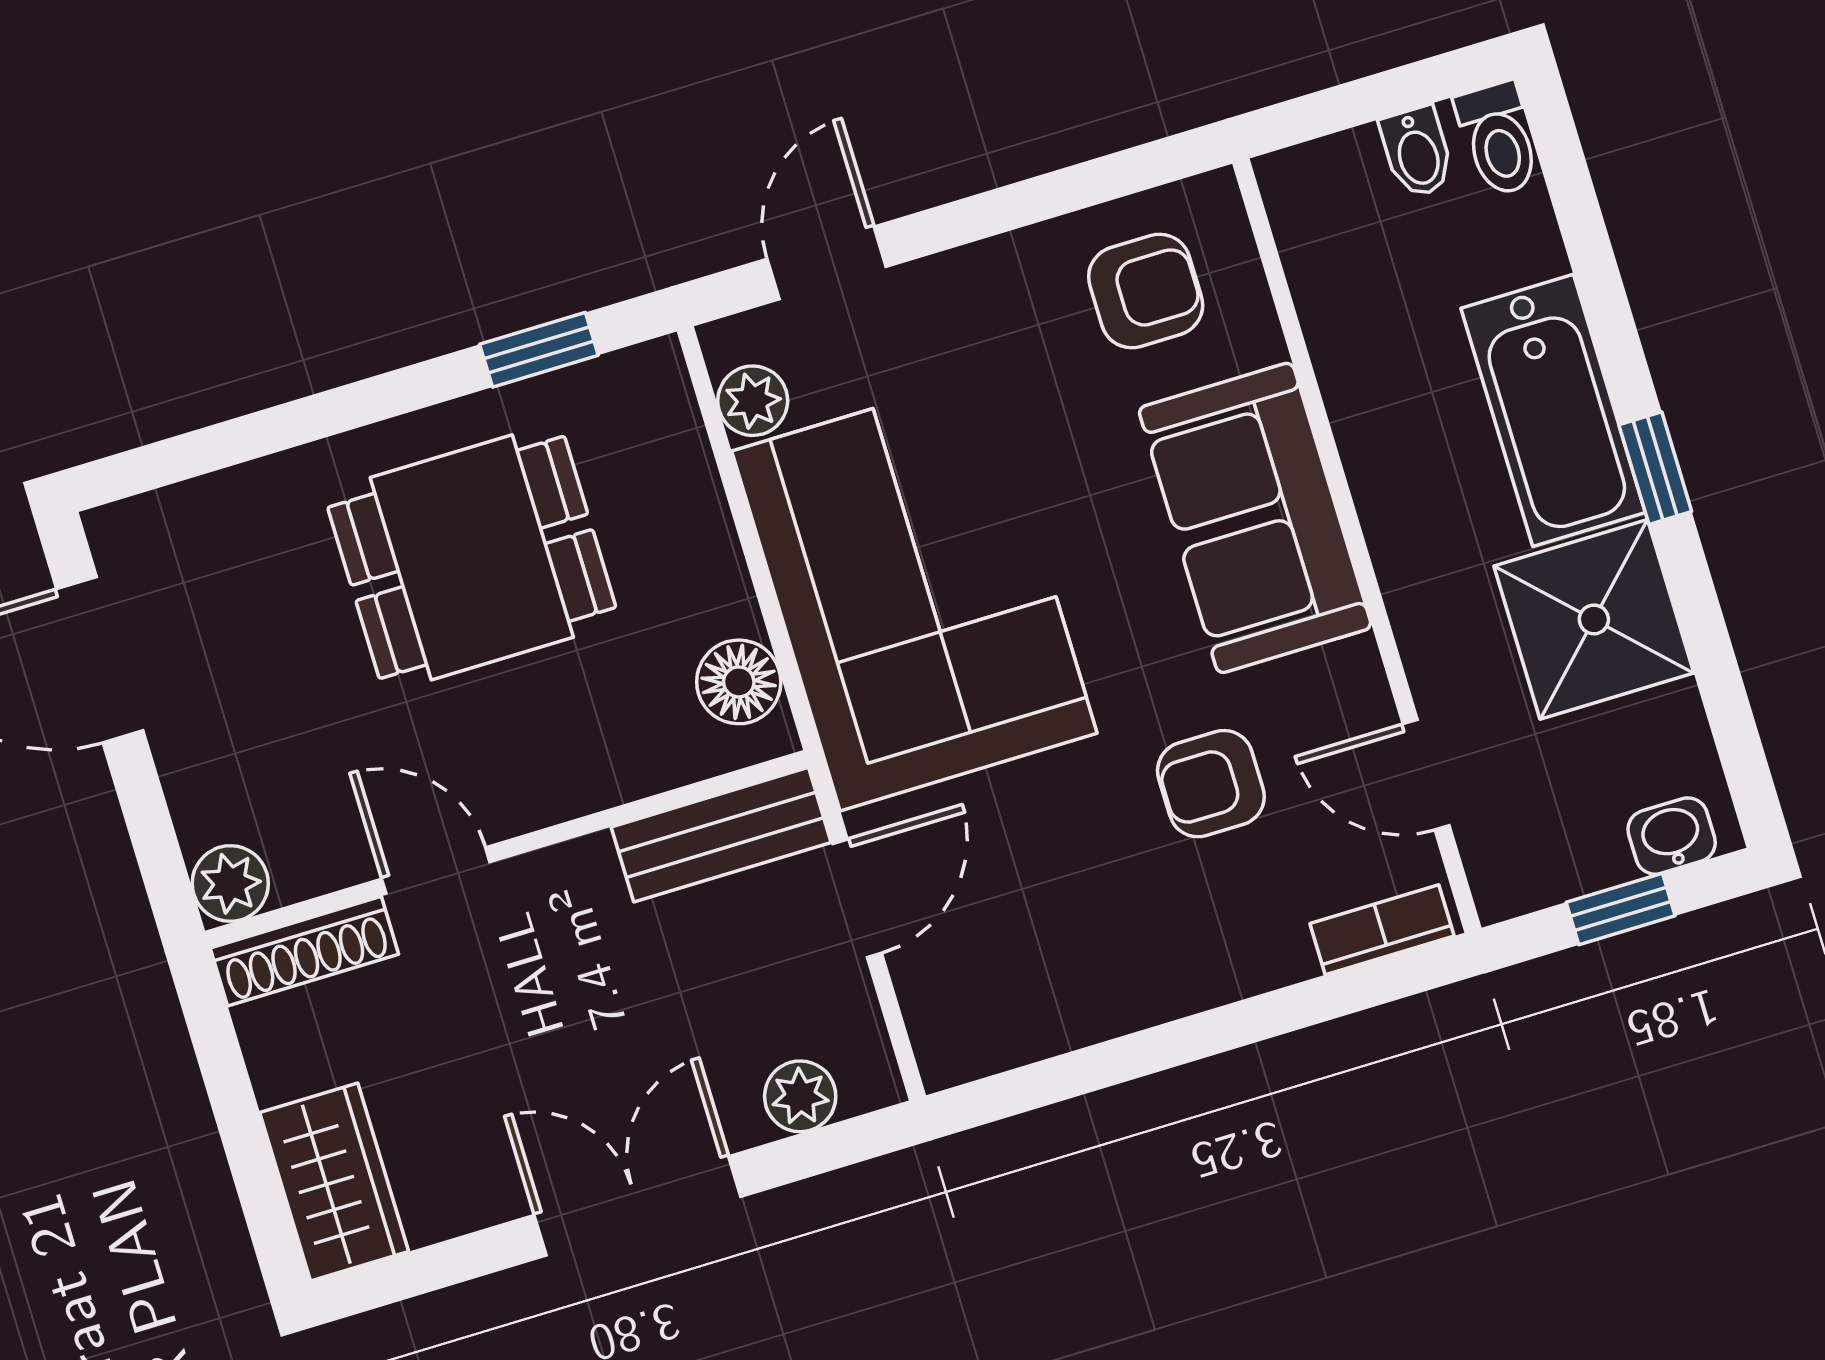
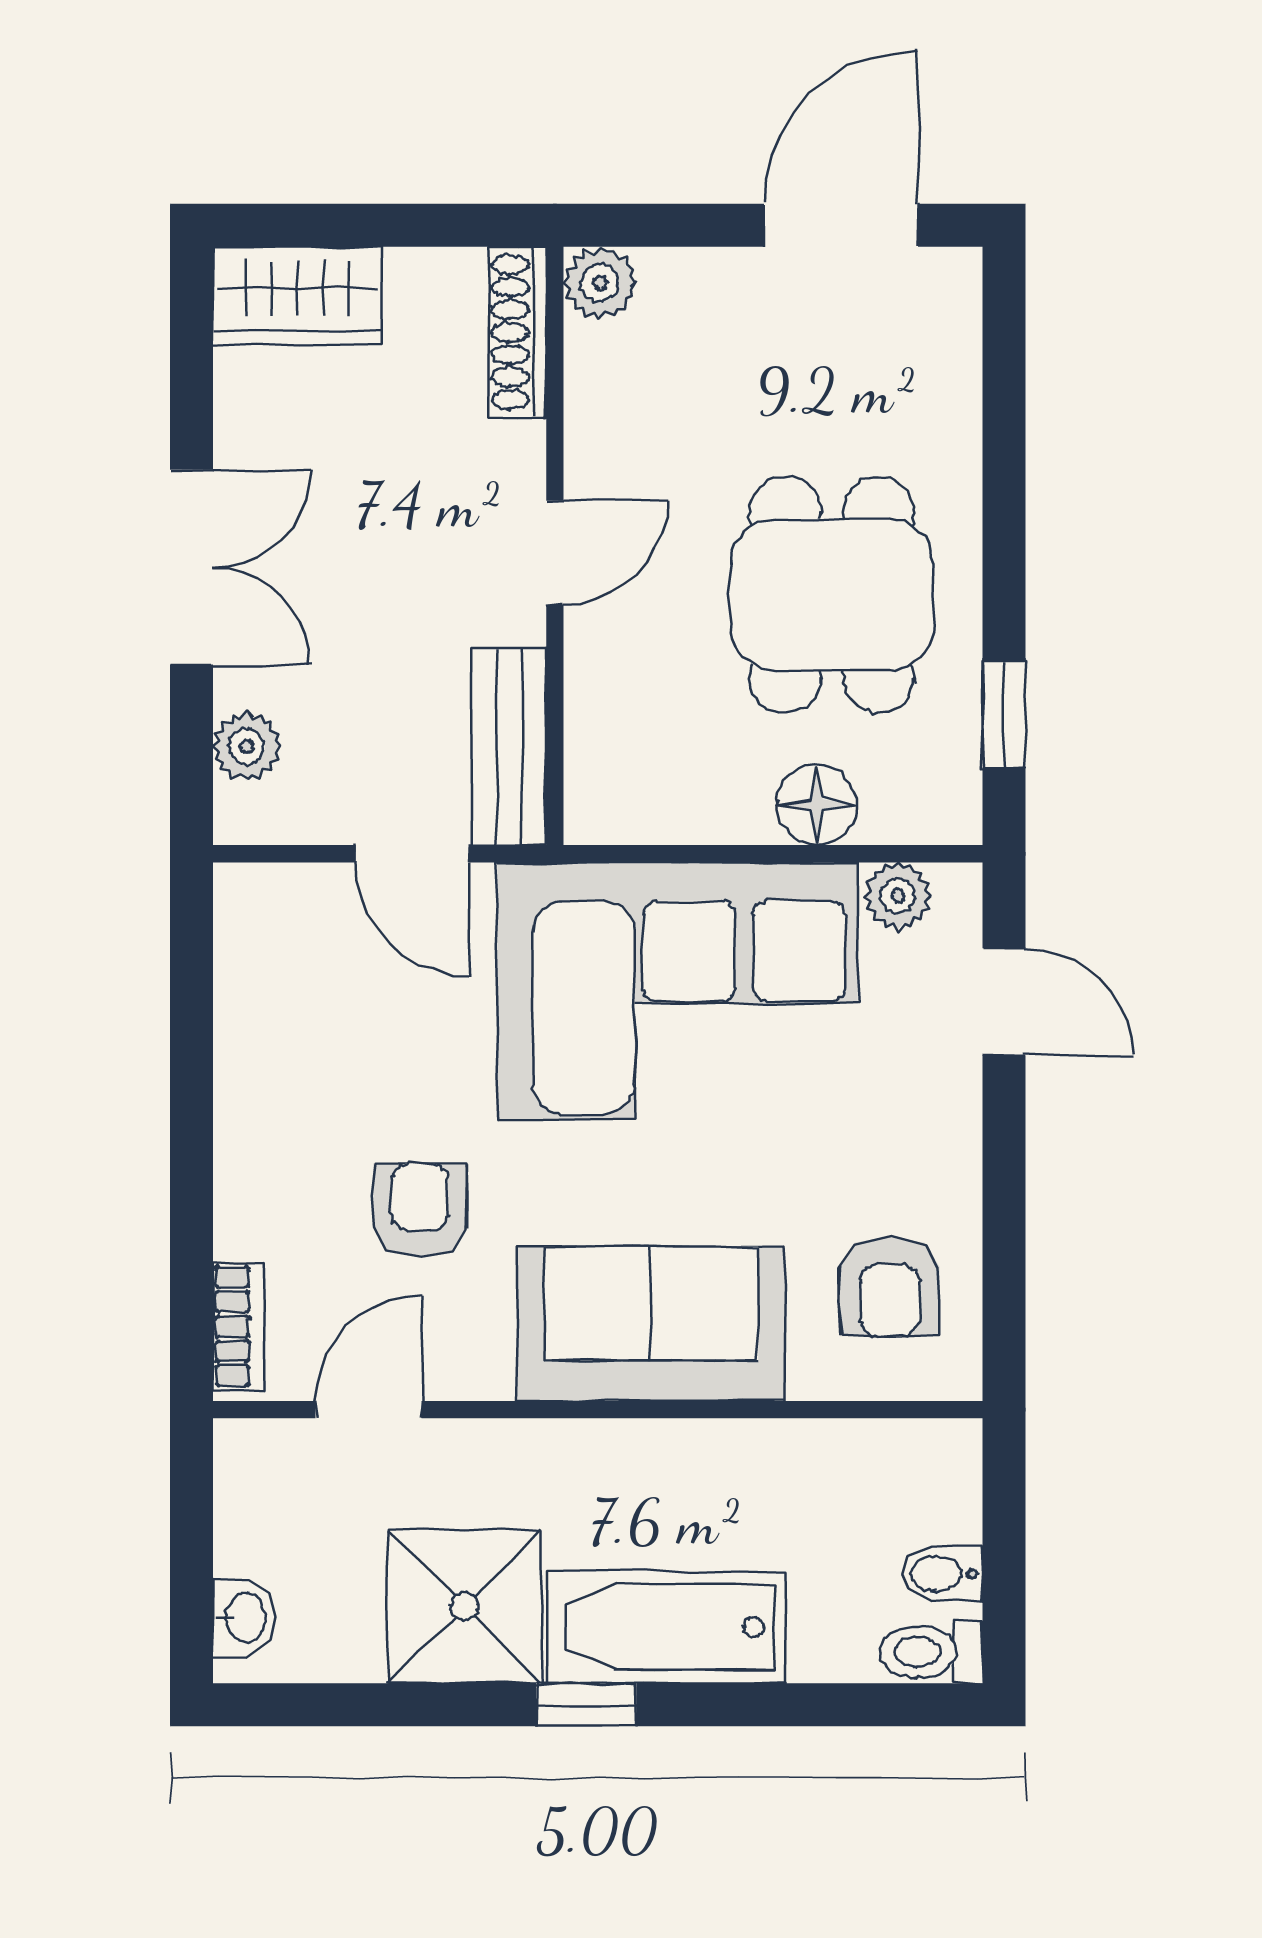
floor lamp: (739, 682) -> (817, 805), moved
door: (436, 870) -> (555, 553), moved
window: (1621, 909) -> (191, 1551), removed

